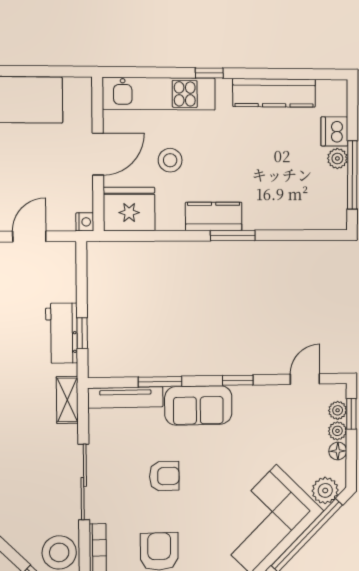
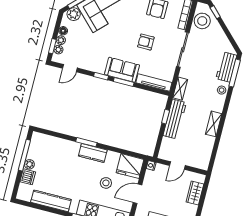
workbench: (62, 333) -> (175, 119), width x1.38
window: (160, 382) -> (124, 82), moved

